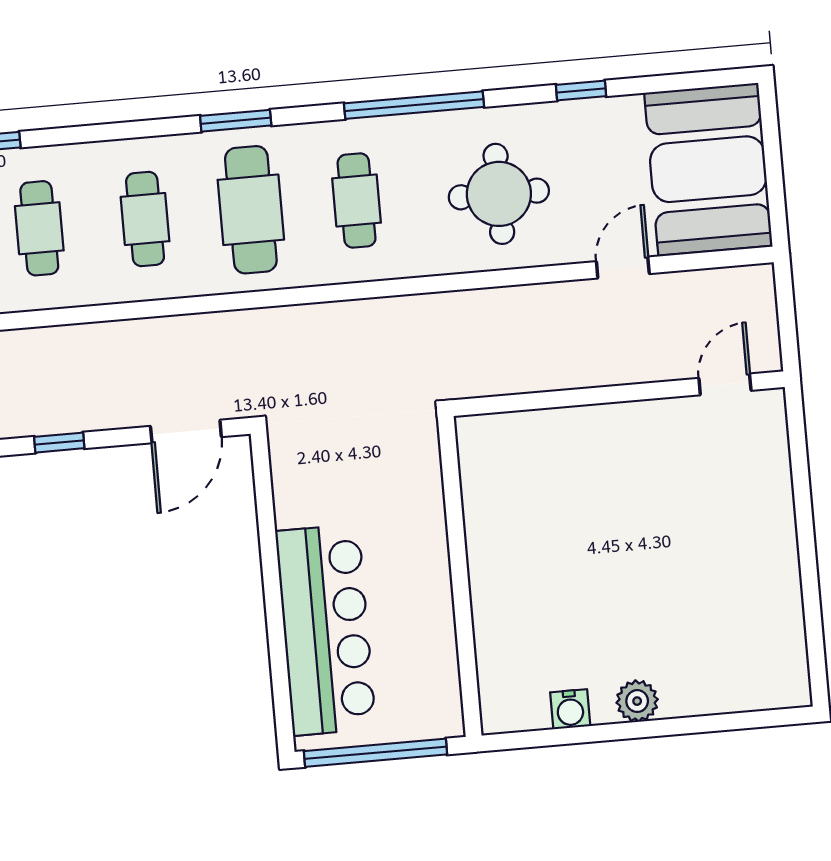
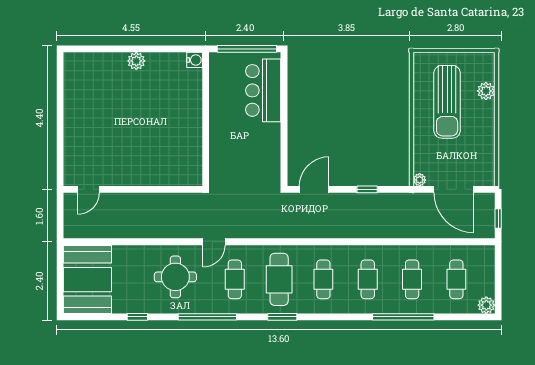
door: (623, 268) -> (214, 242), moved
bar counter: (326, 630) -> (263, 90), width x0.73
water cooler: (570, 709) -> (195, 60), moved, turned 90

